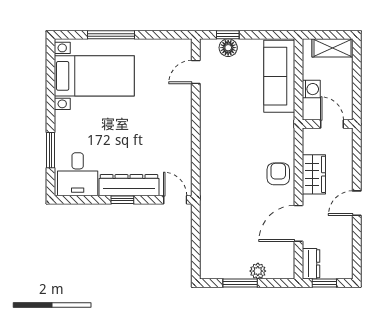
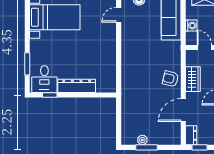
armchair: (278, 174) -> (170, 79), turned -76
window: (122, 200) -> (50, 95), moved
door: (175, 200) -> (106, 95), removed
plant: (258, 271) -> (142, 140), moved

